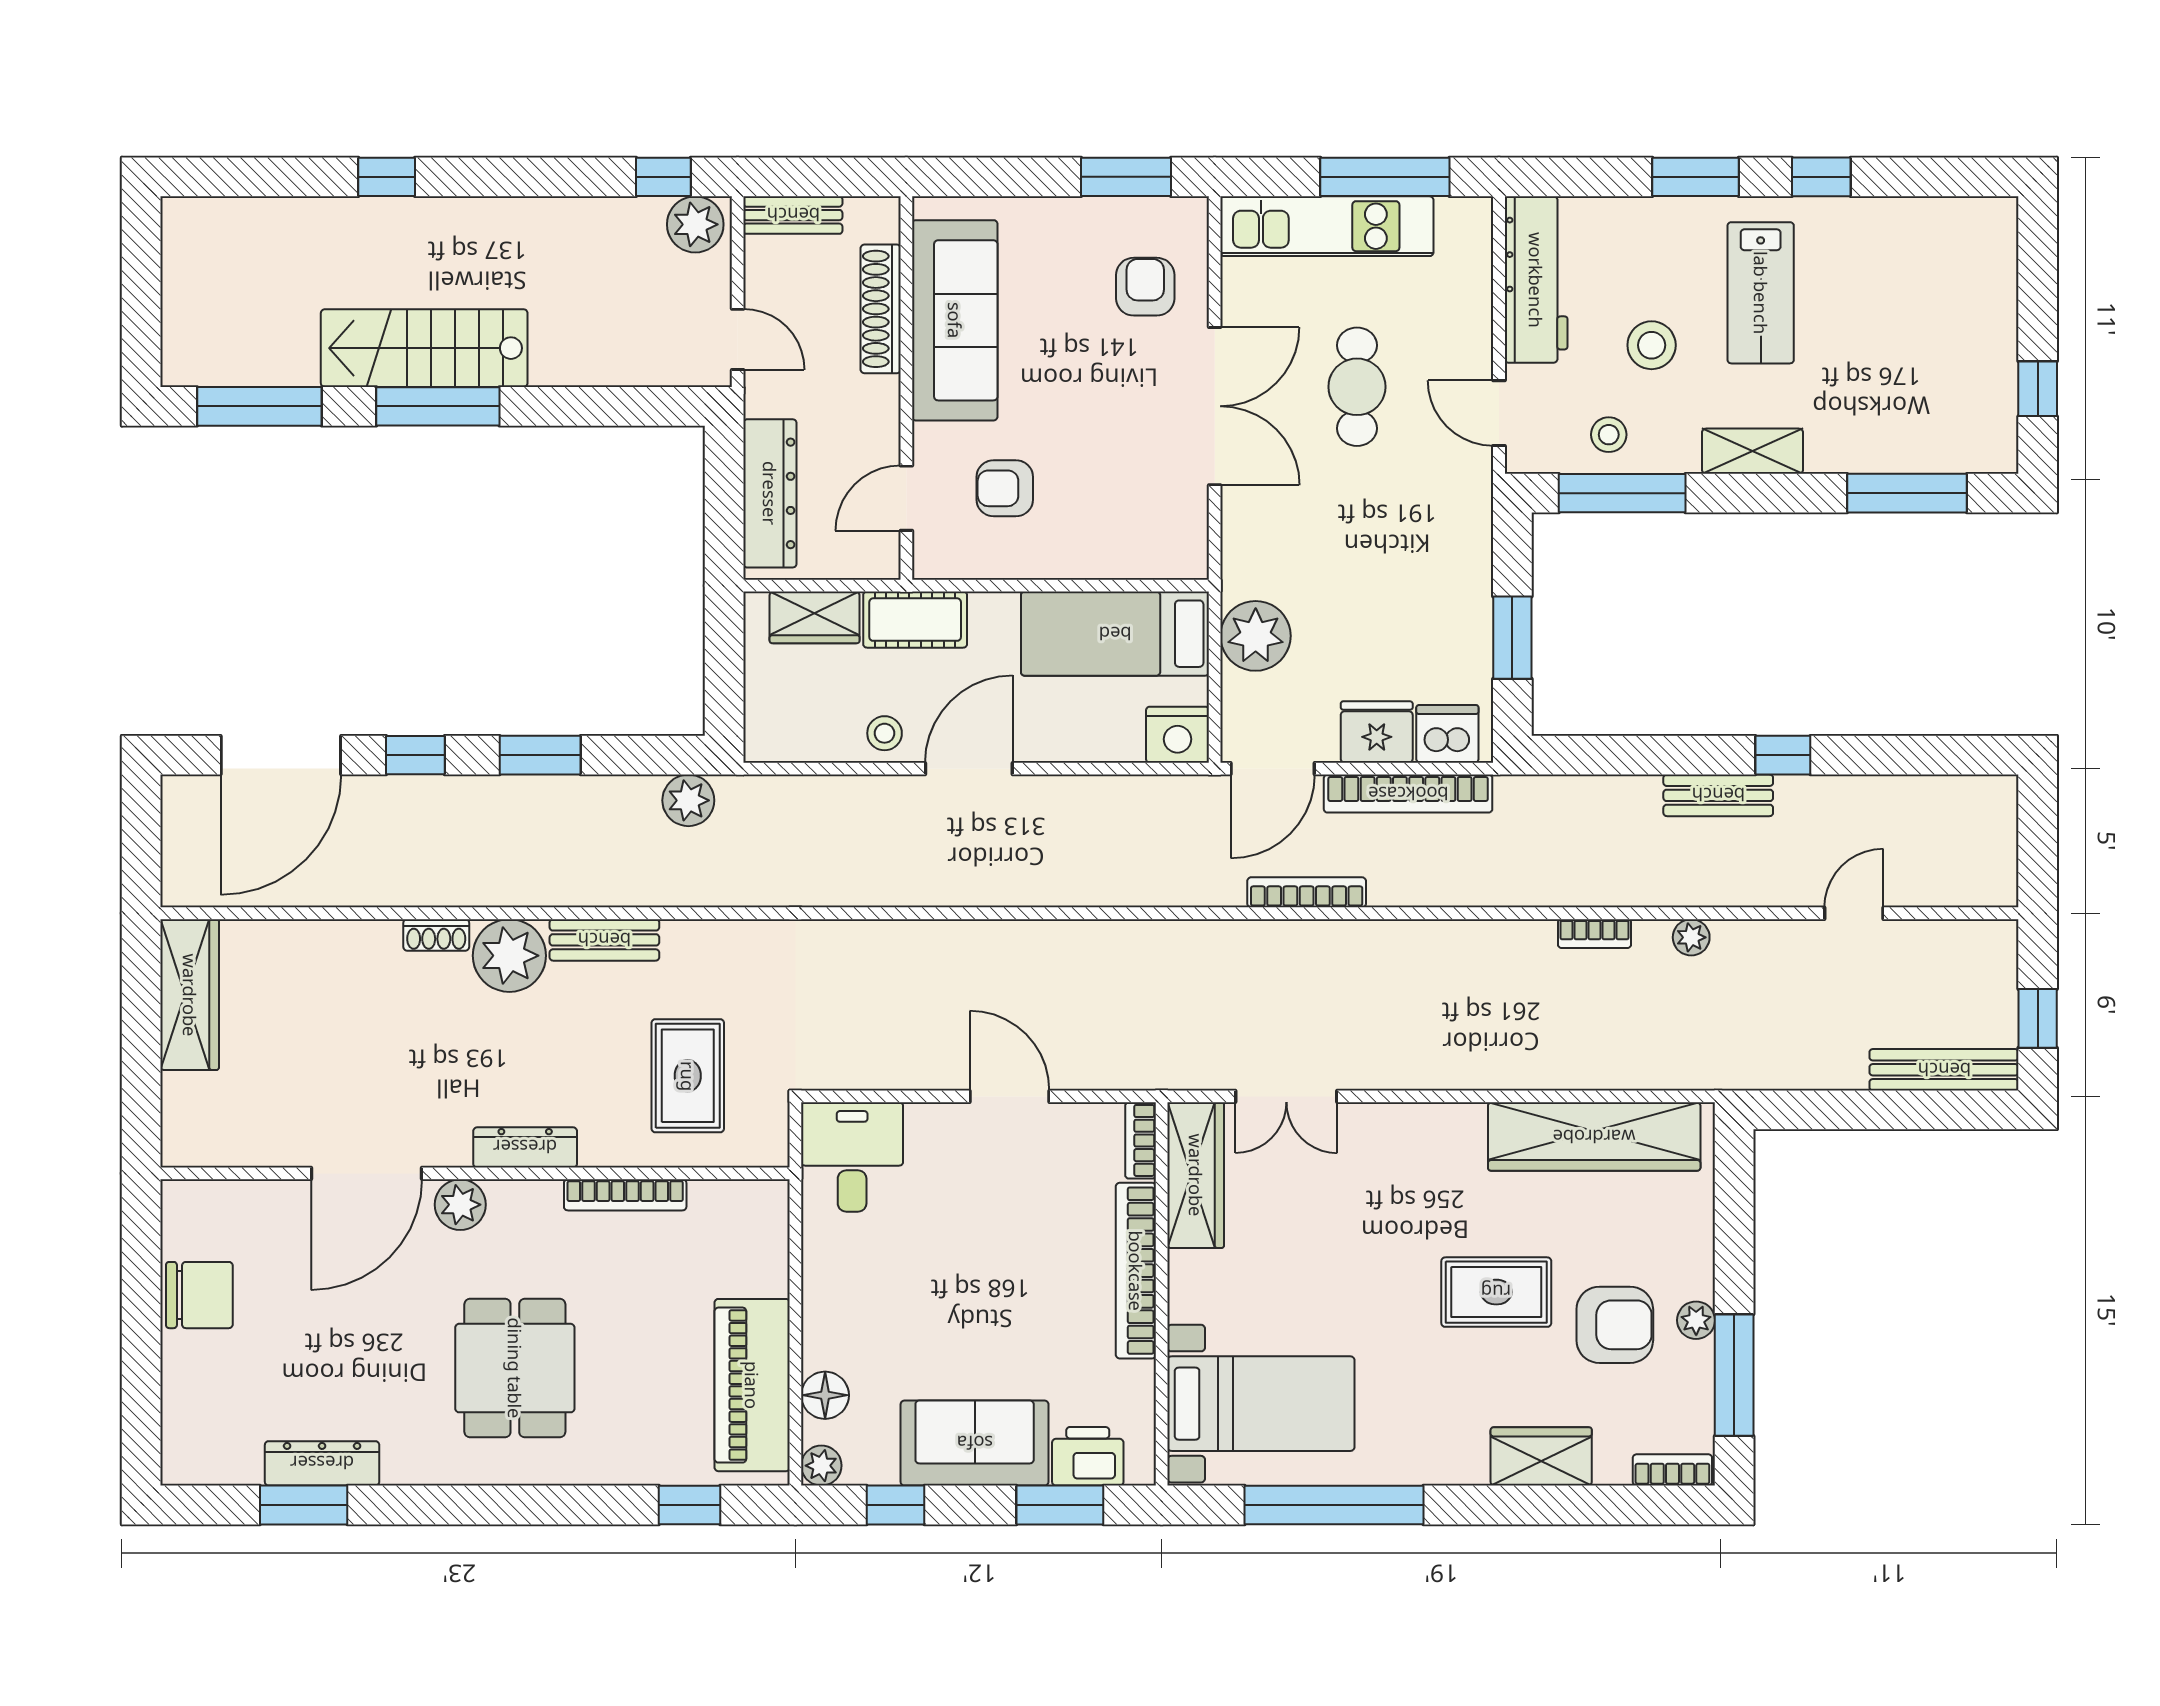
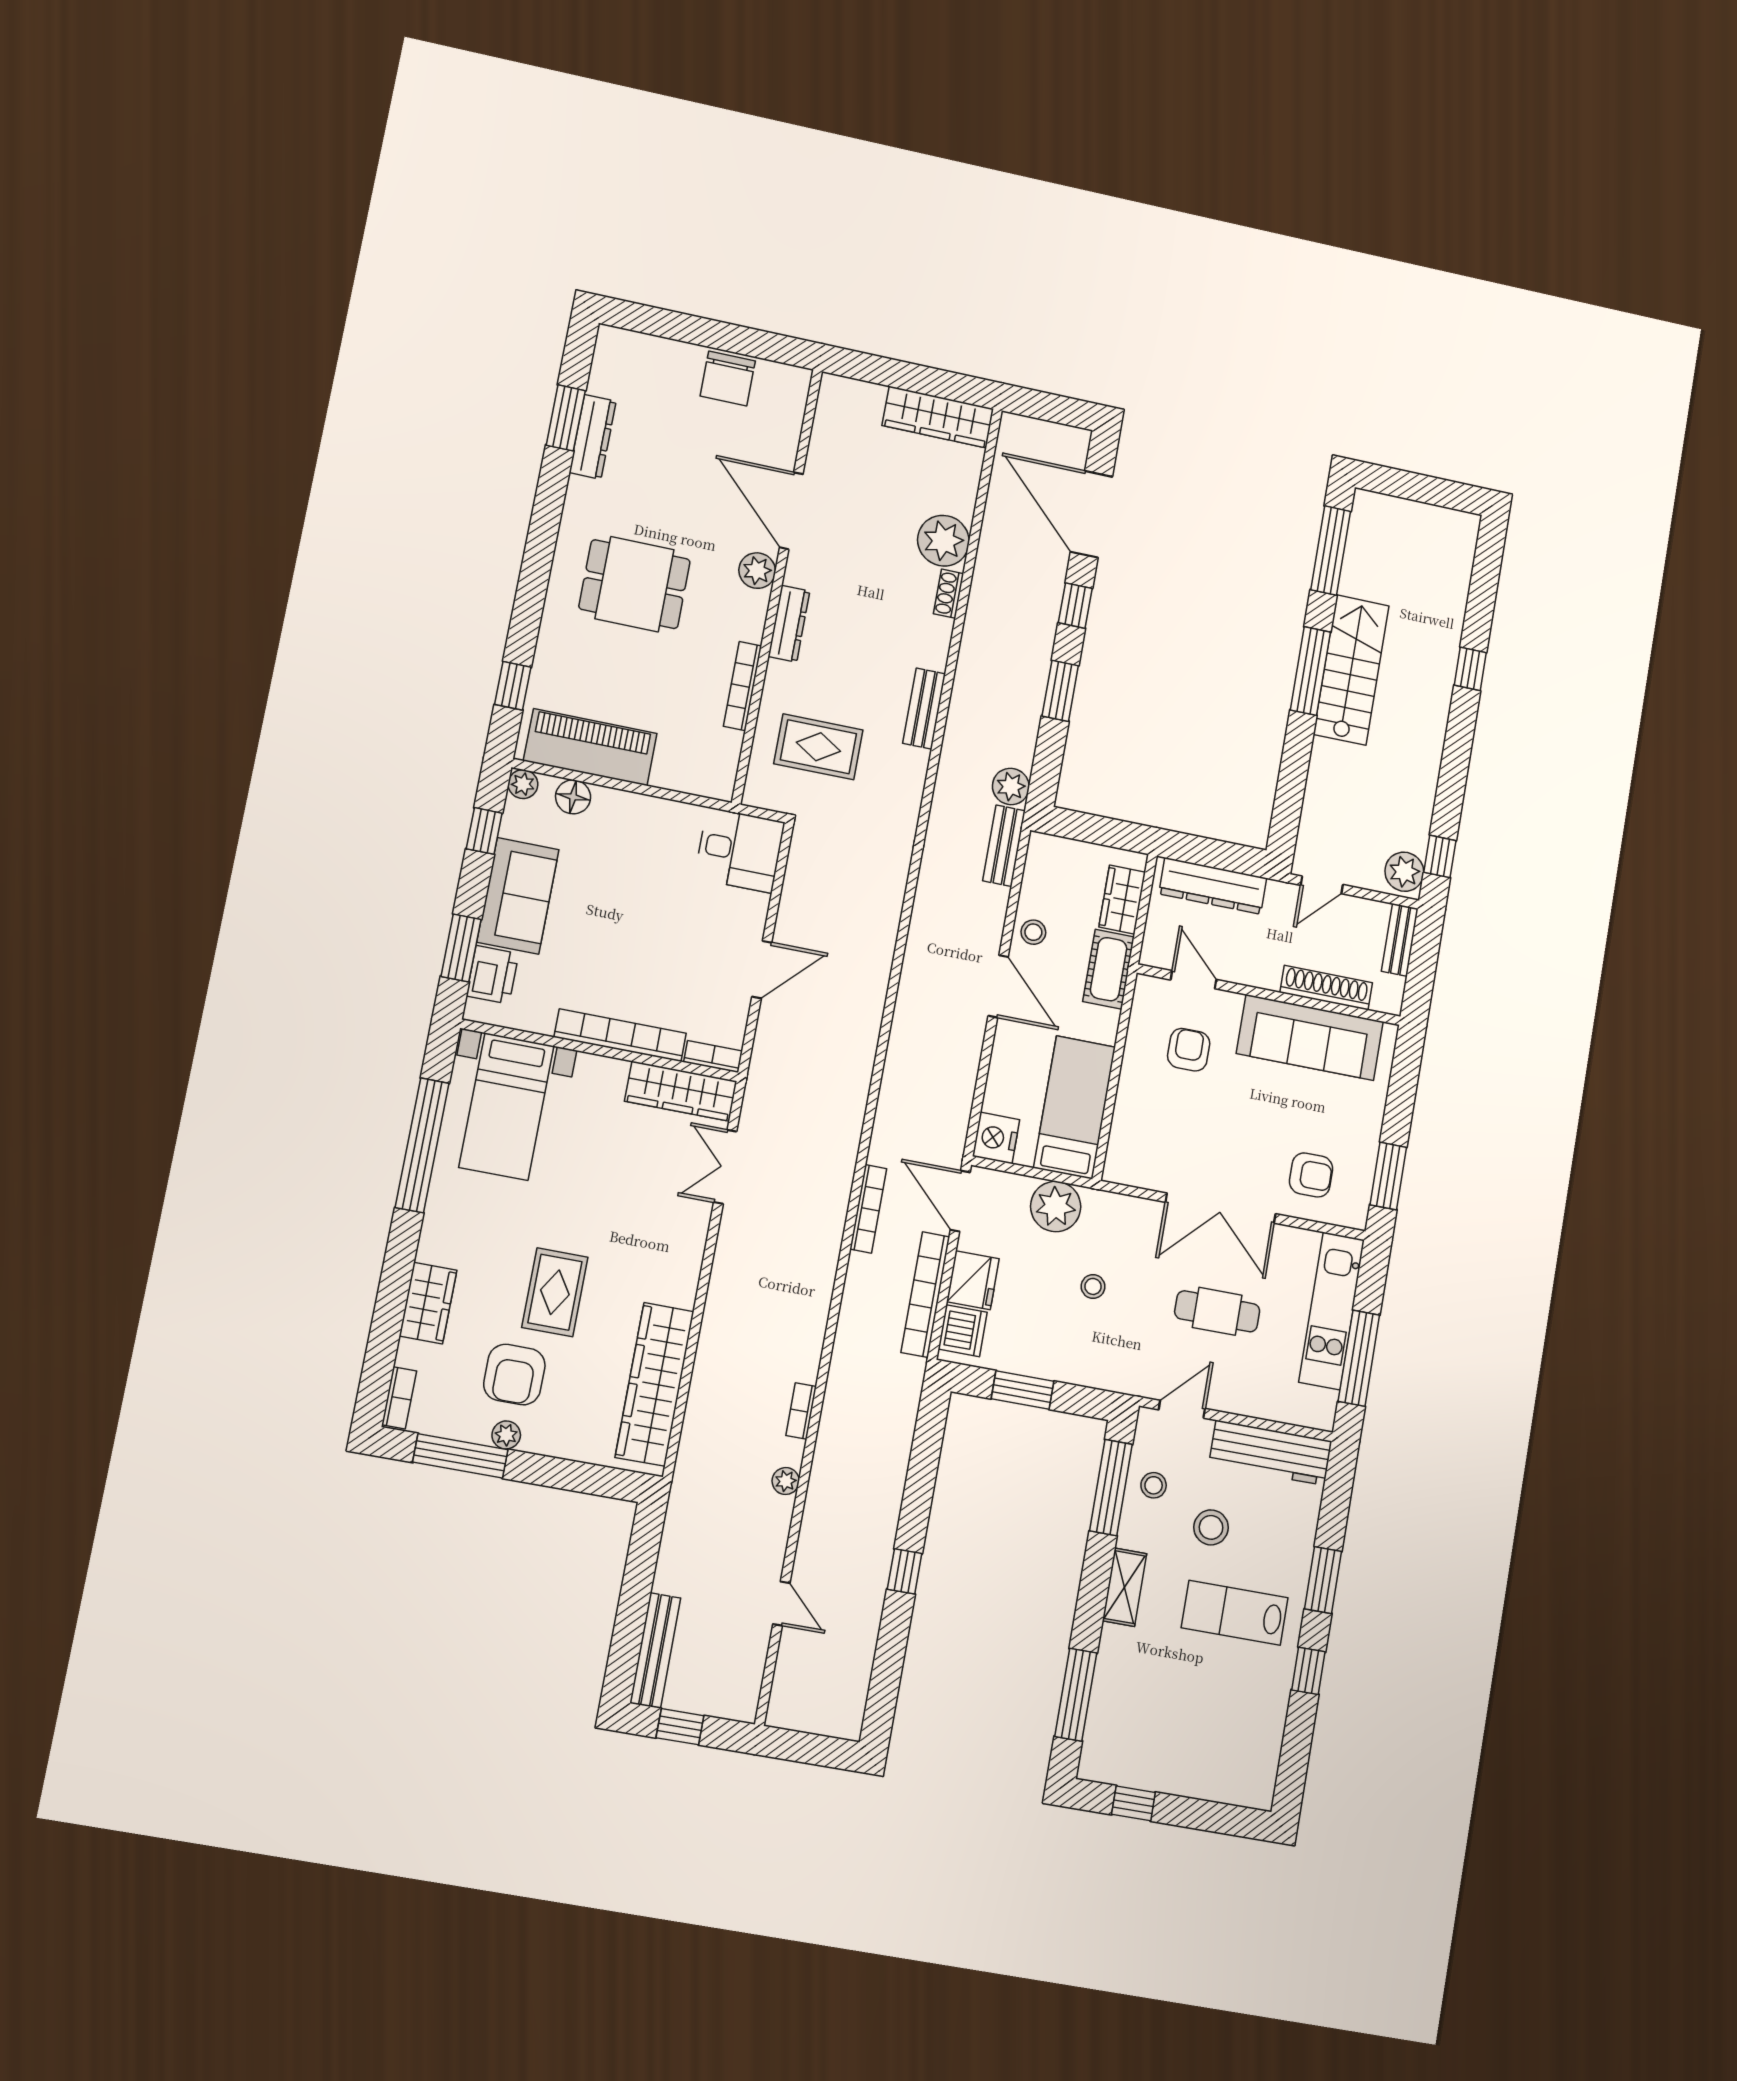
stool: (1355, 565) -> (1093, 1286), added
bench: (1718, 795) -> (1004, 846), moved
plant: (509, 956) -> (943, 541), moved

